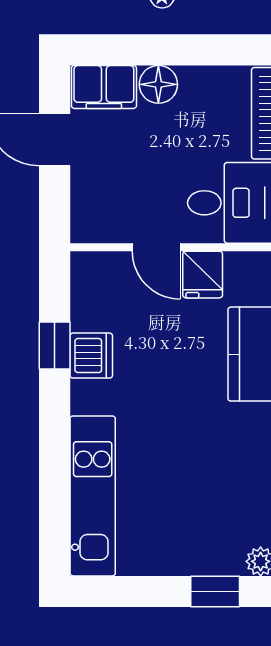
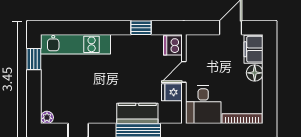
dishwasher: (91, 356) -> (173, 45), moved, turned 90
window: (215, 591) -> (34, 59), moved

